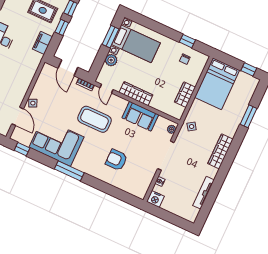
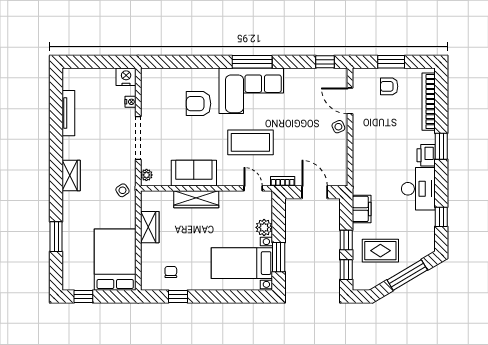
wardrobe: (136, 94) -> (196, 199), moved
corner sofa: (56, 142) -> (251, 91), moved
wardrobe: (220, 151) -> (71, 176), width x0.67
armchair: (116, 160) -> (199, 104), turned 180

